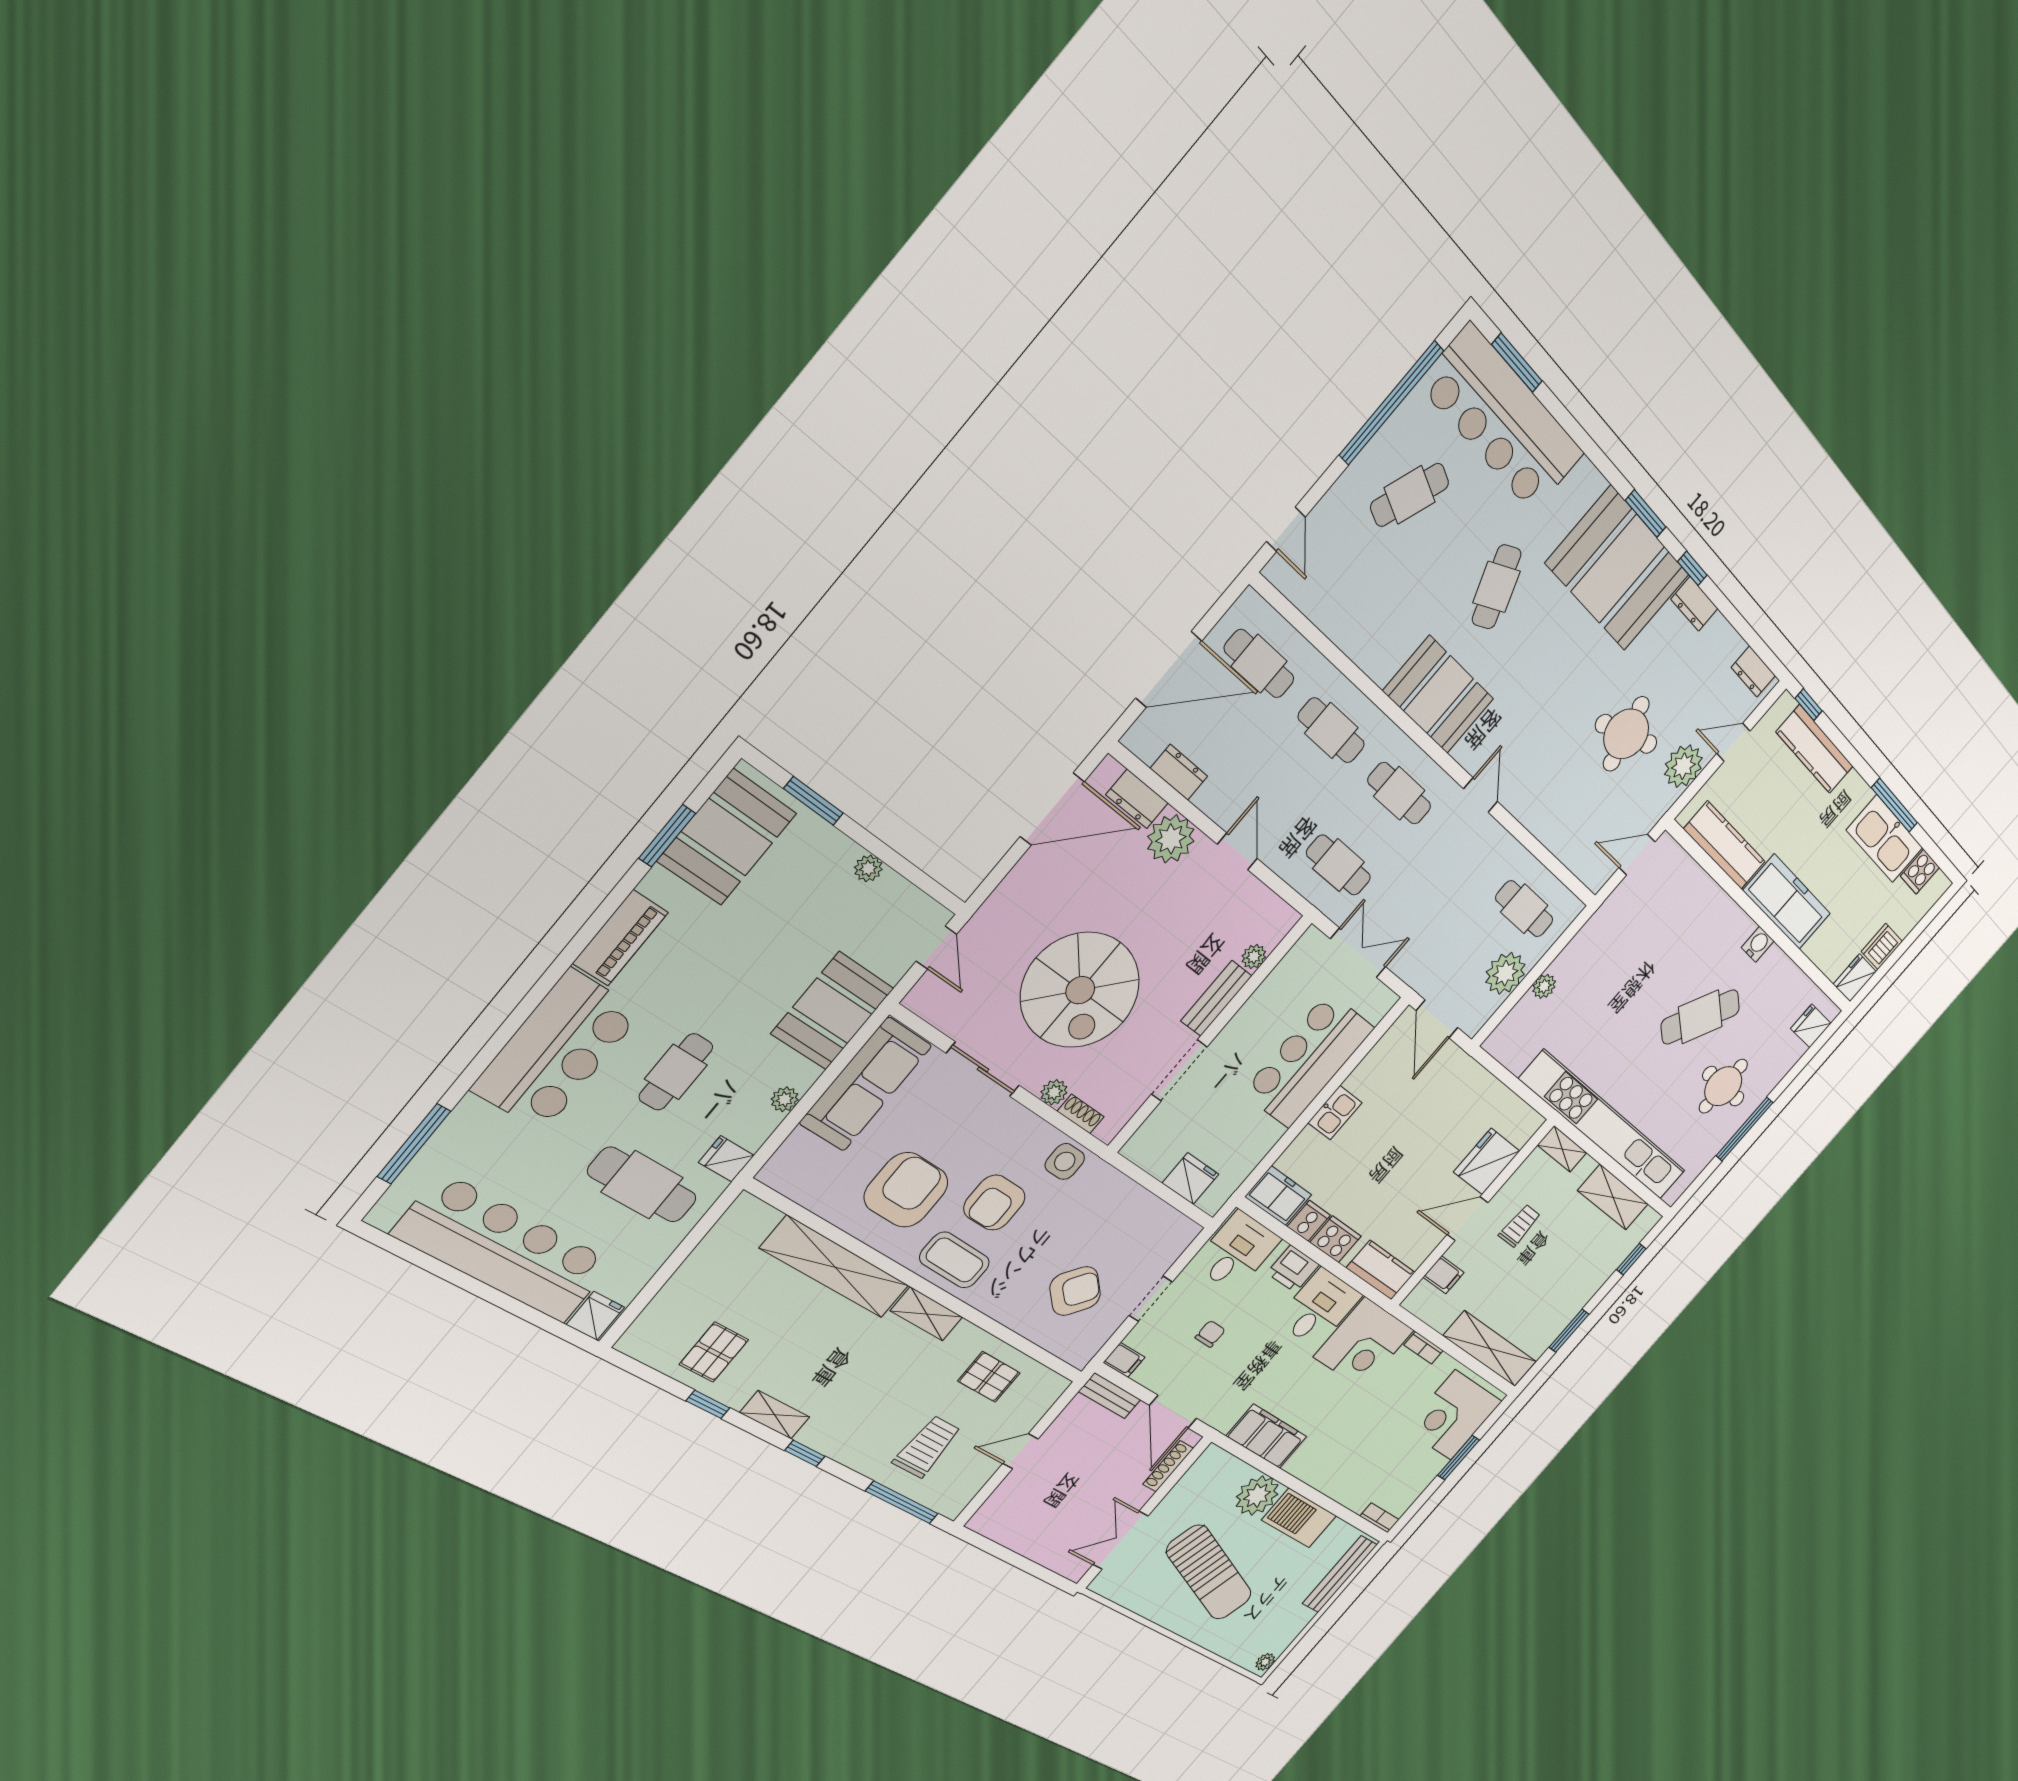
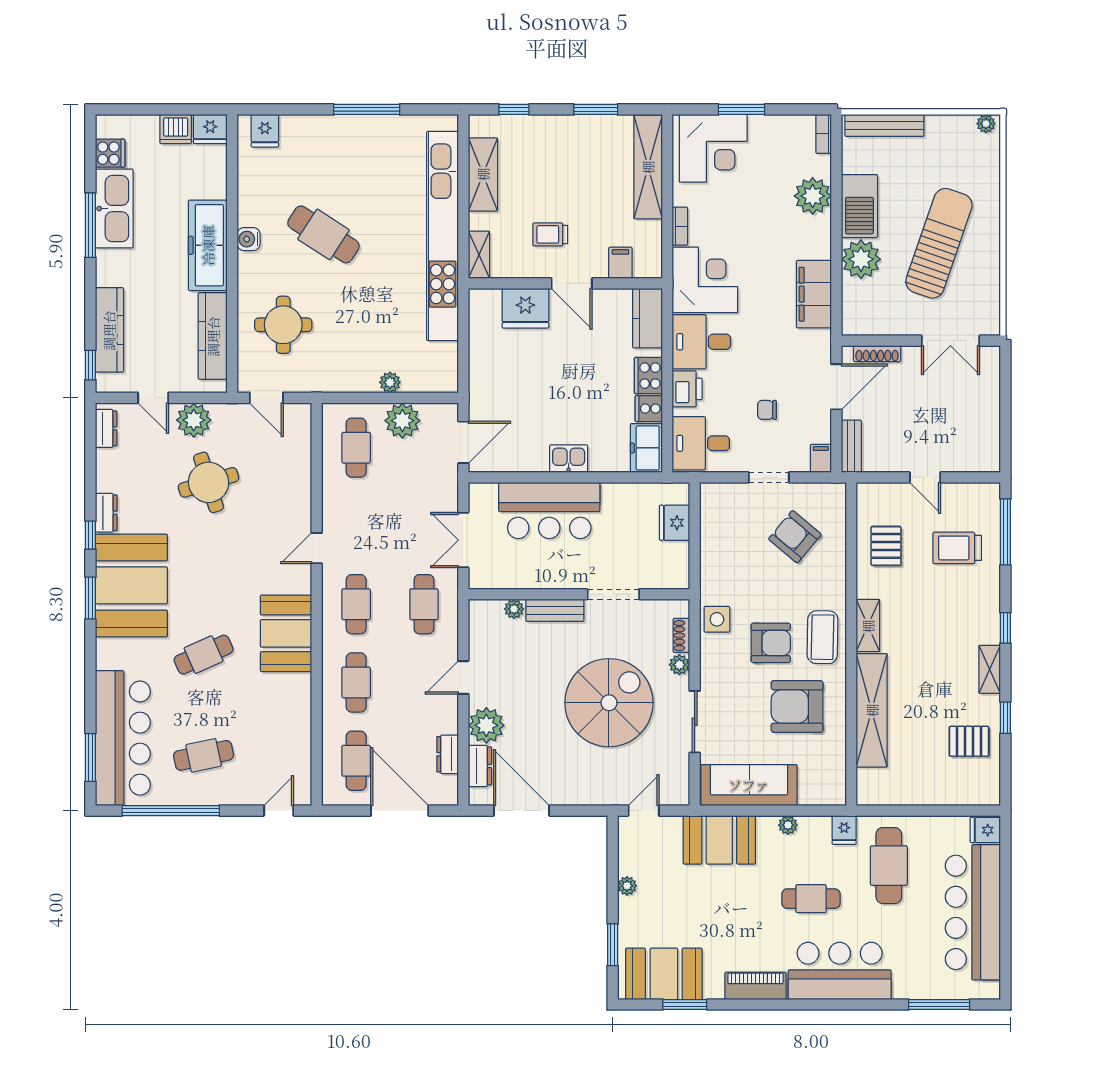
cafe table: (1410, 495) -> (204, 755), turned -33
round table: (1723, 1086) -> (283, 325), moved
plant: (1343, 1481) -> (813, 196), added

